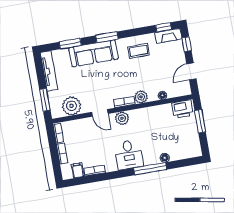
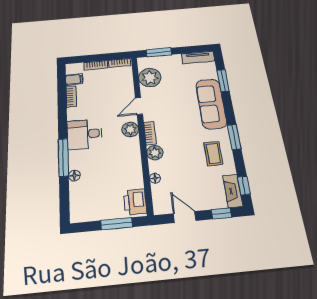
window: (107, 37) -> (234, 137), moved
tv unit: (49, 71) -> (198, 57), width x0.71

